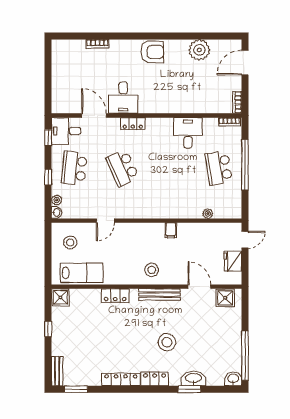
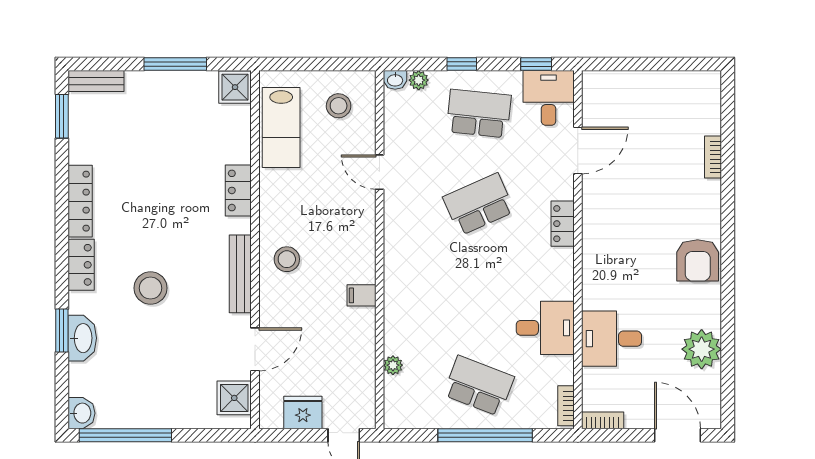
desk: (123, 98) -> (612, 339), moved
school desk: (219, 168) -> (479, 386), turned 30
window: (48, 329) -> (175, 64), width x2.17

